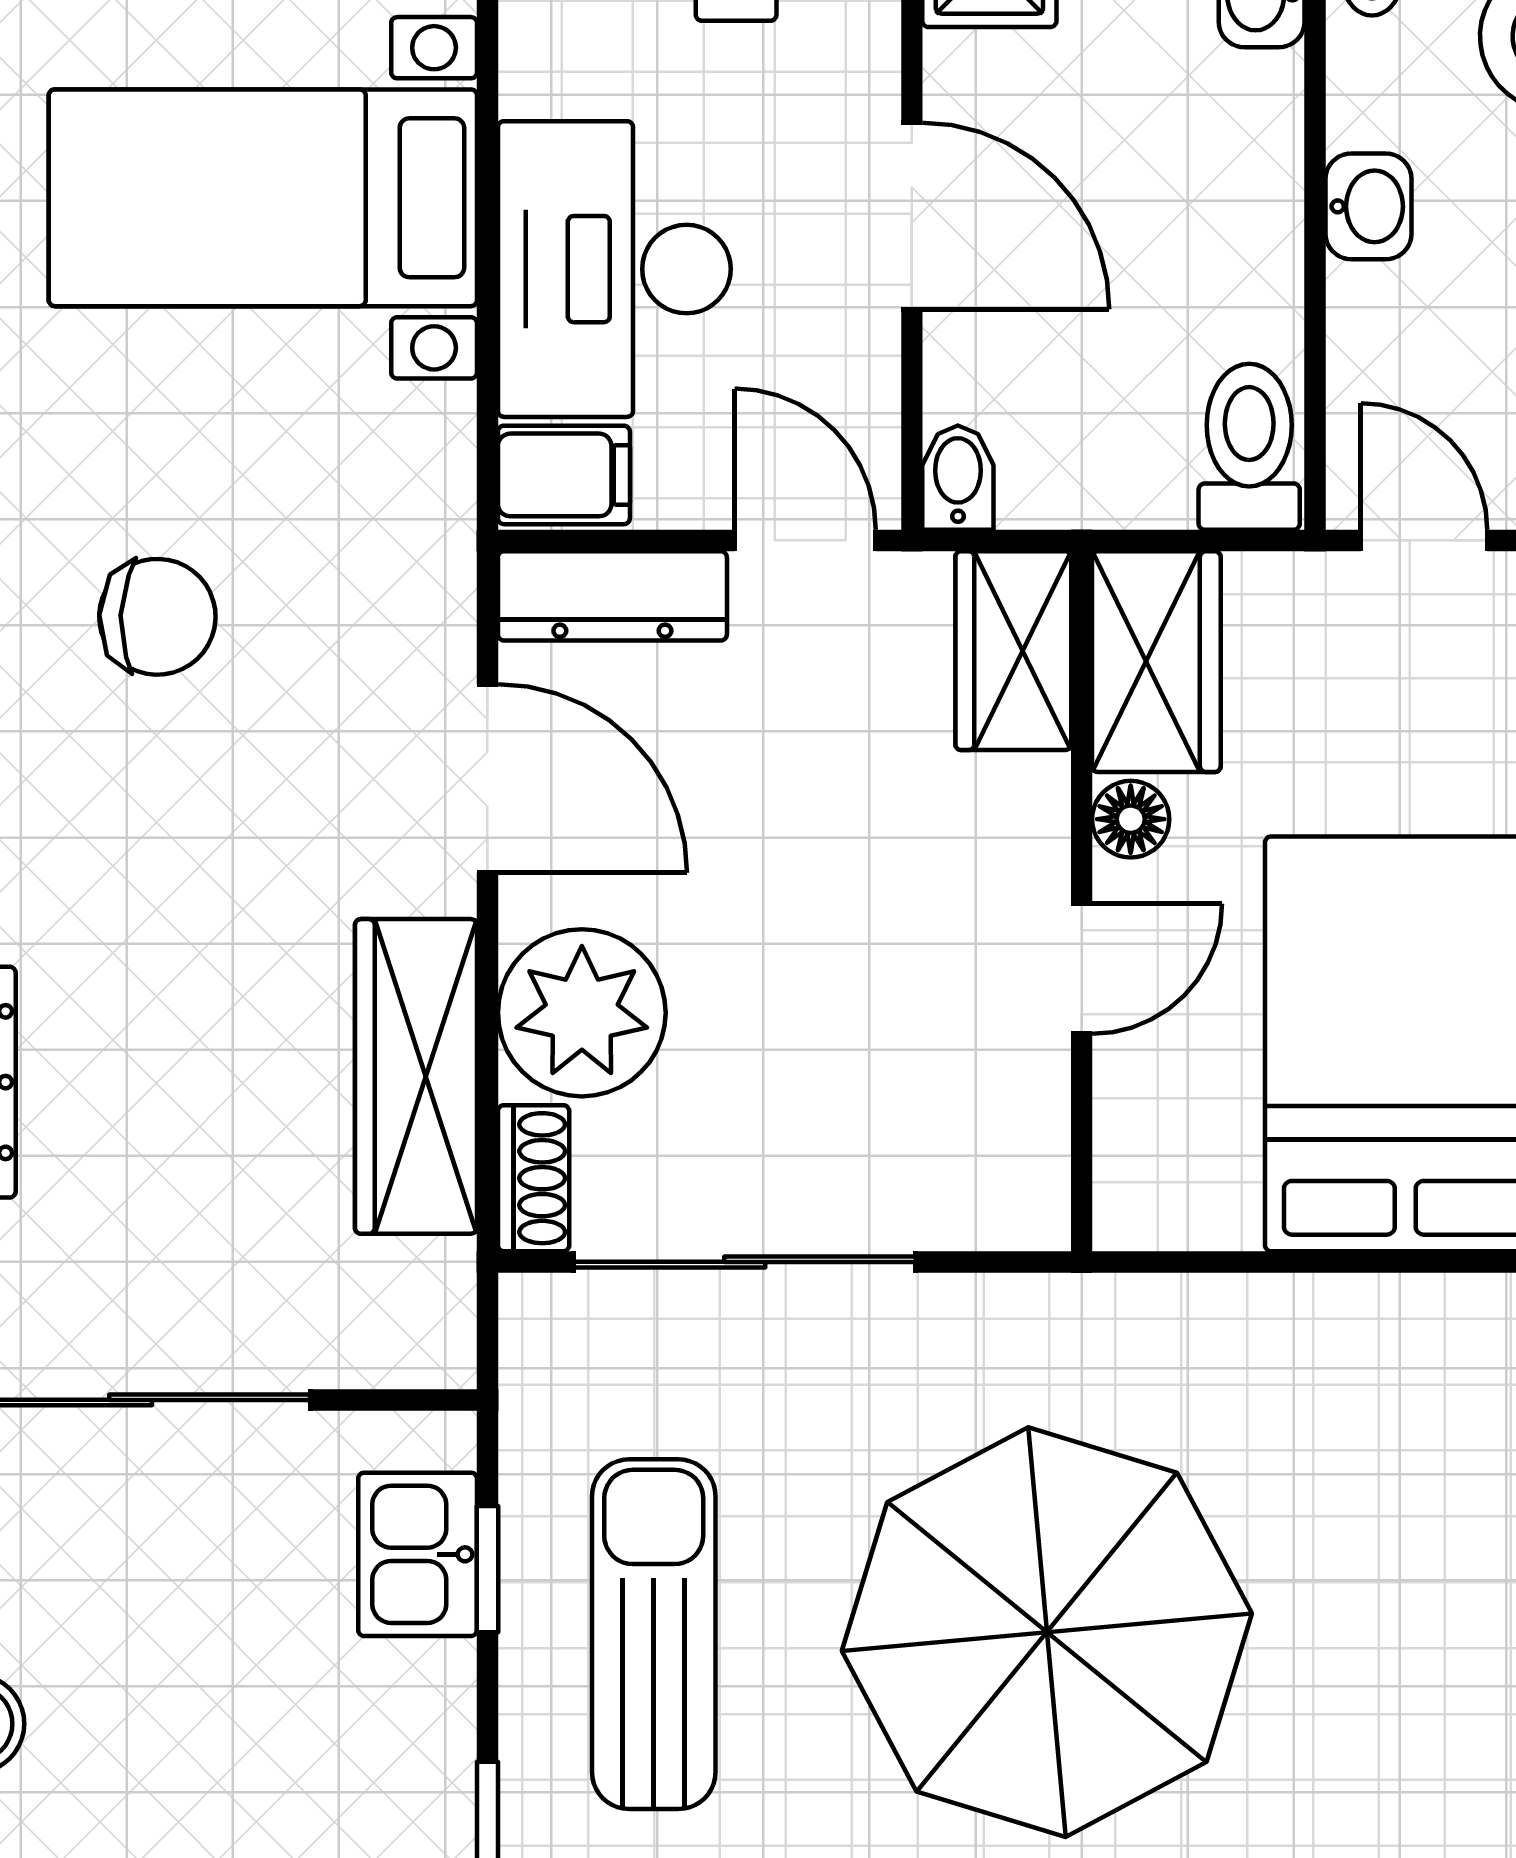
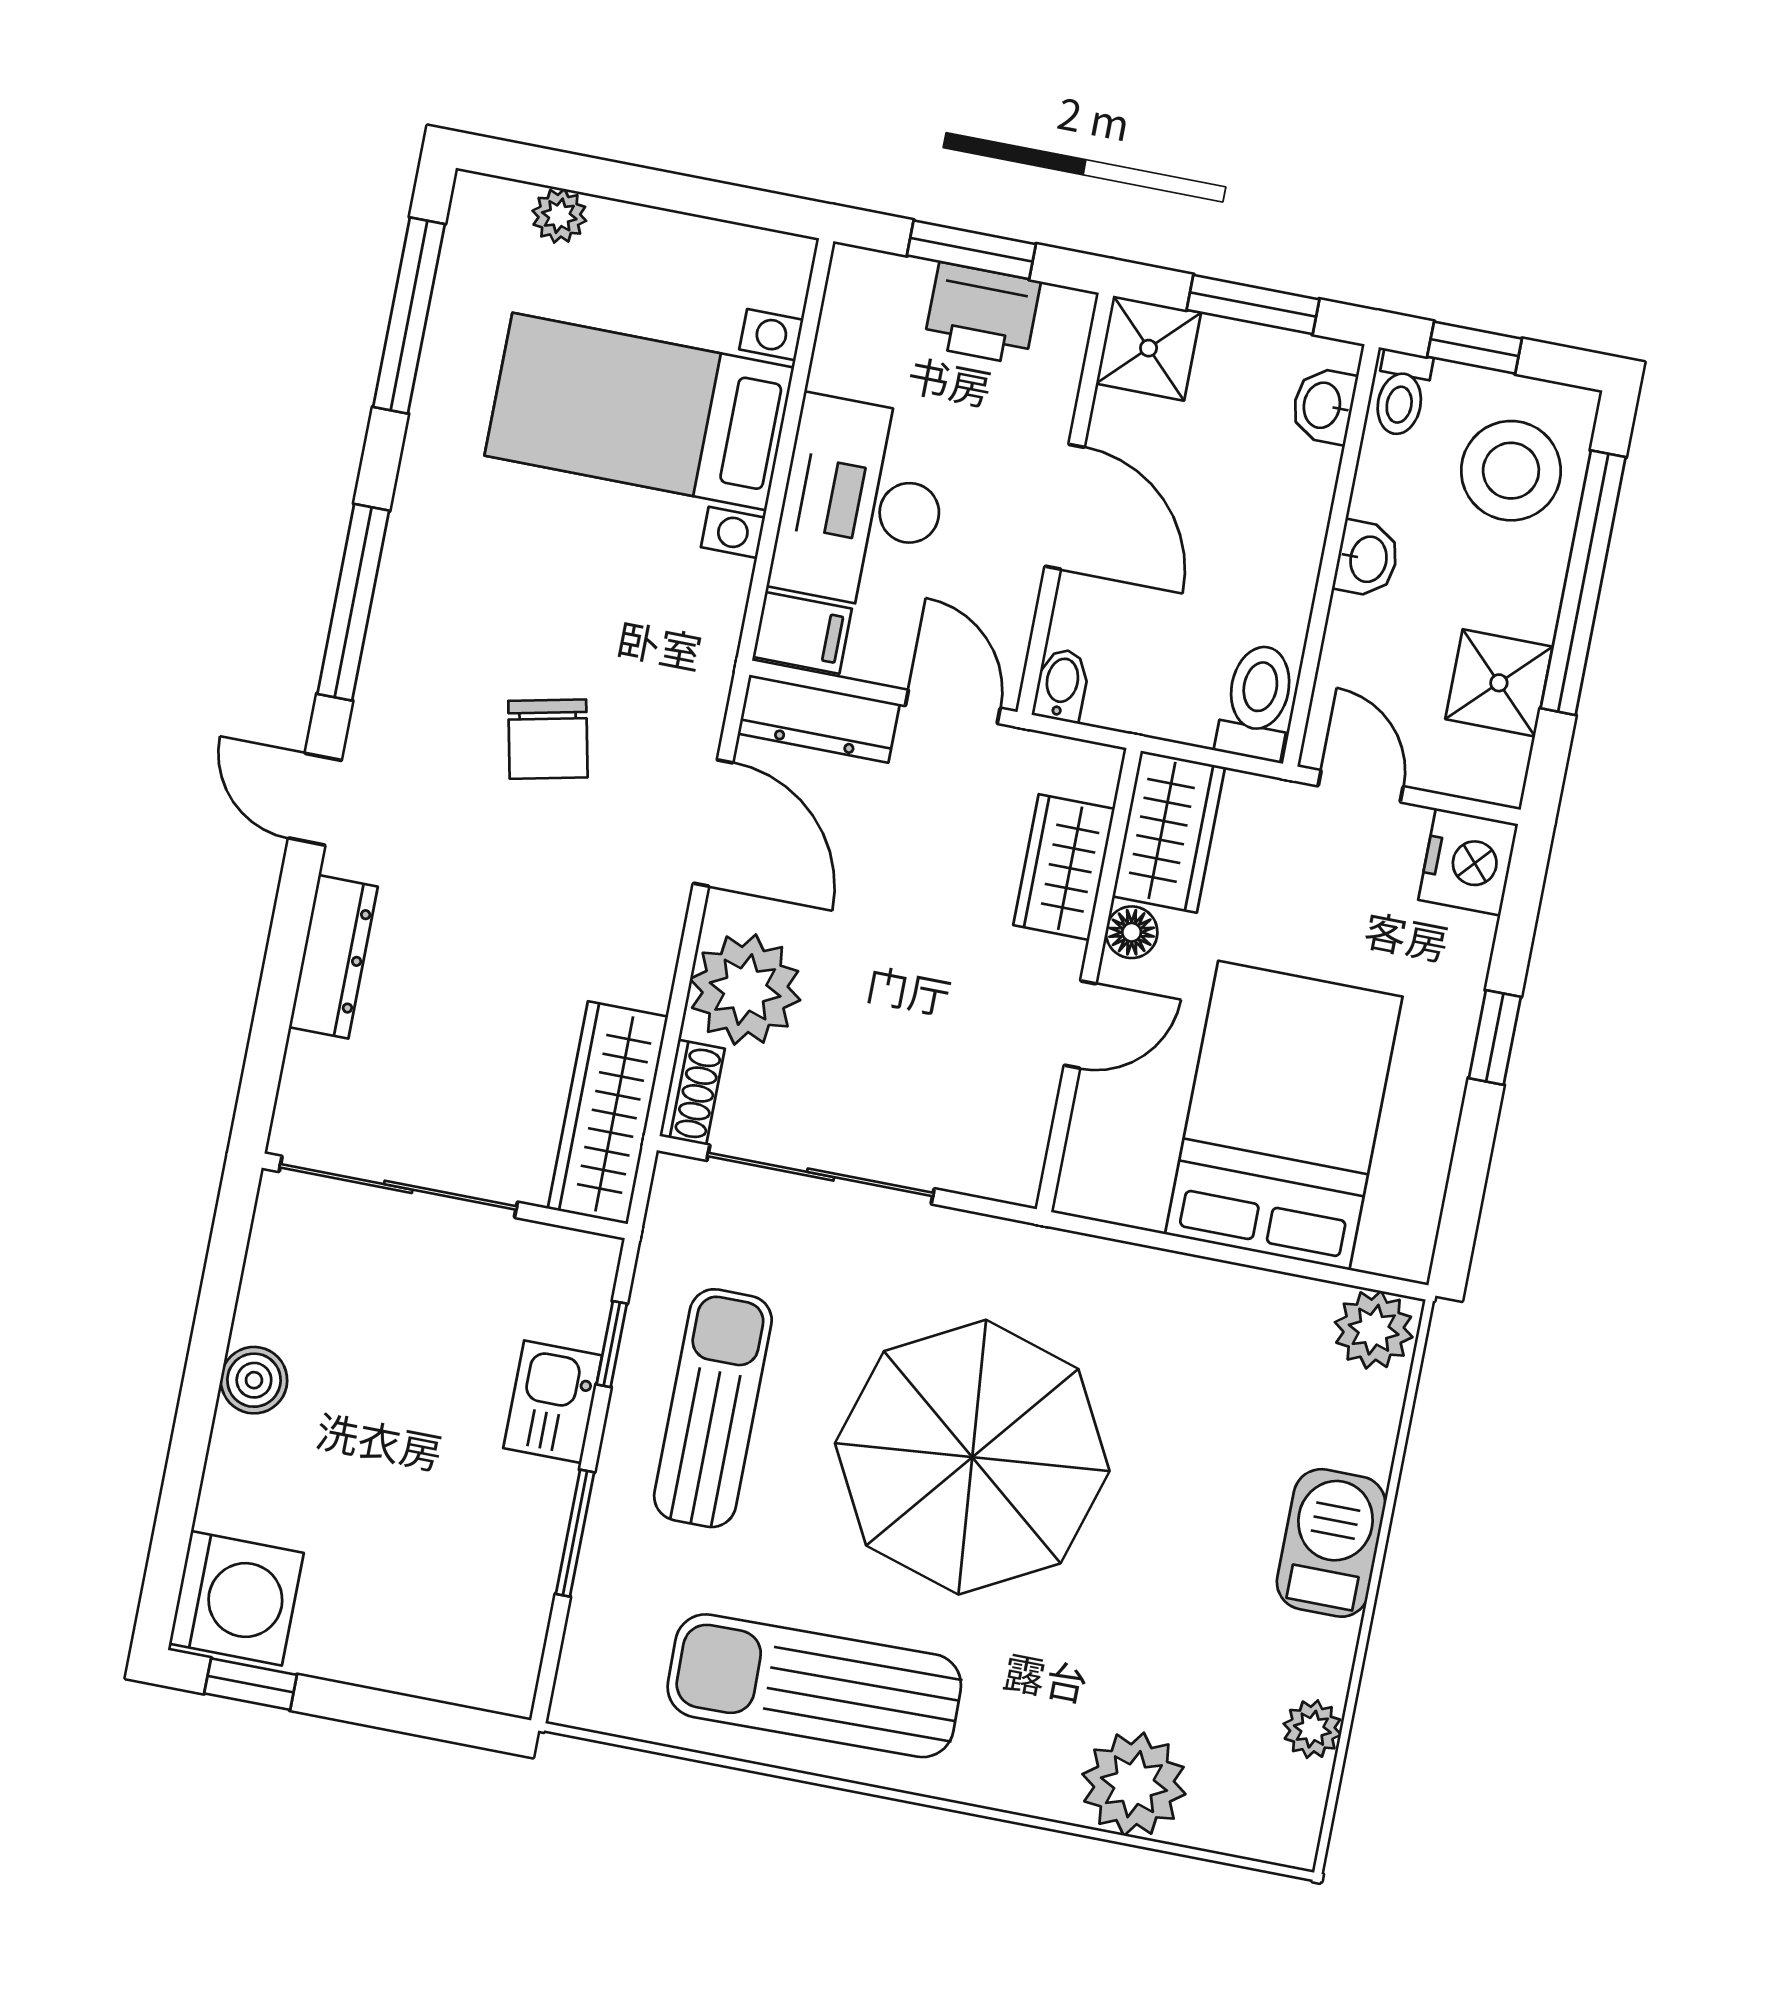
chair: (157, 617) -> (548, 739), moved, turned 76
wardrobe: (1013, 651) -> (1064, 867), moved
wardrobe: (416, 1076) -> (608, 1113), moved
kitchen sink: (418, 1554) -> (553, 1402), moved

